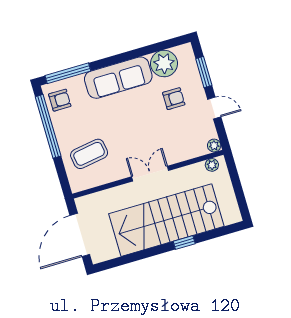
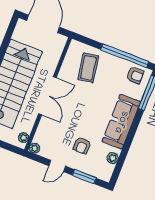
plant: (164, 64) -> (113, 158), width x0.53, depth x0.53
armchair: (60, 100) -> (135, 75), turned -90
double door: (150, 174) -> (47, 96), width x1.37

